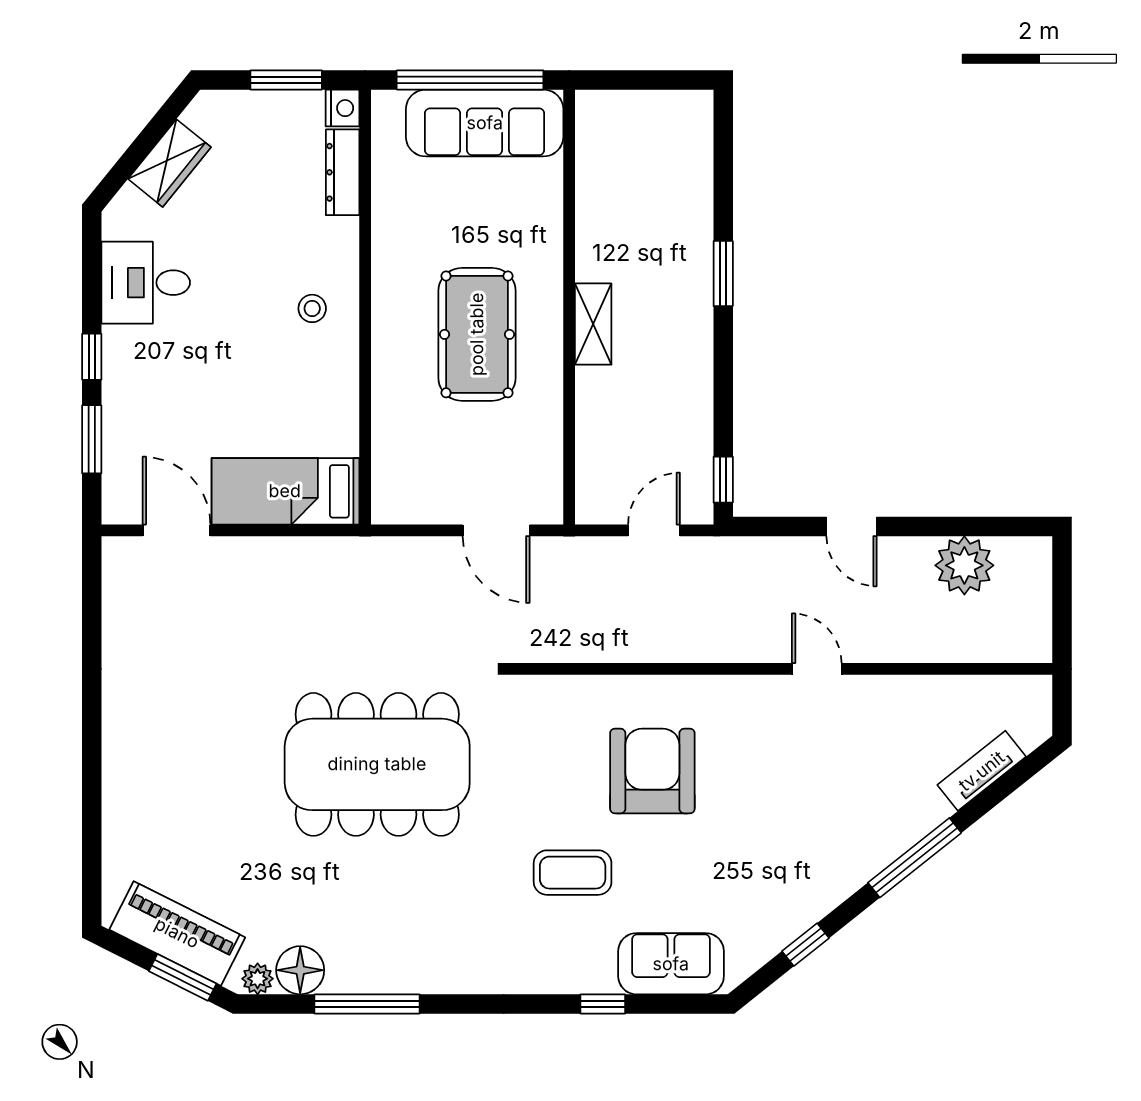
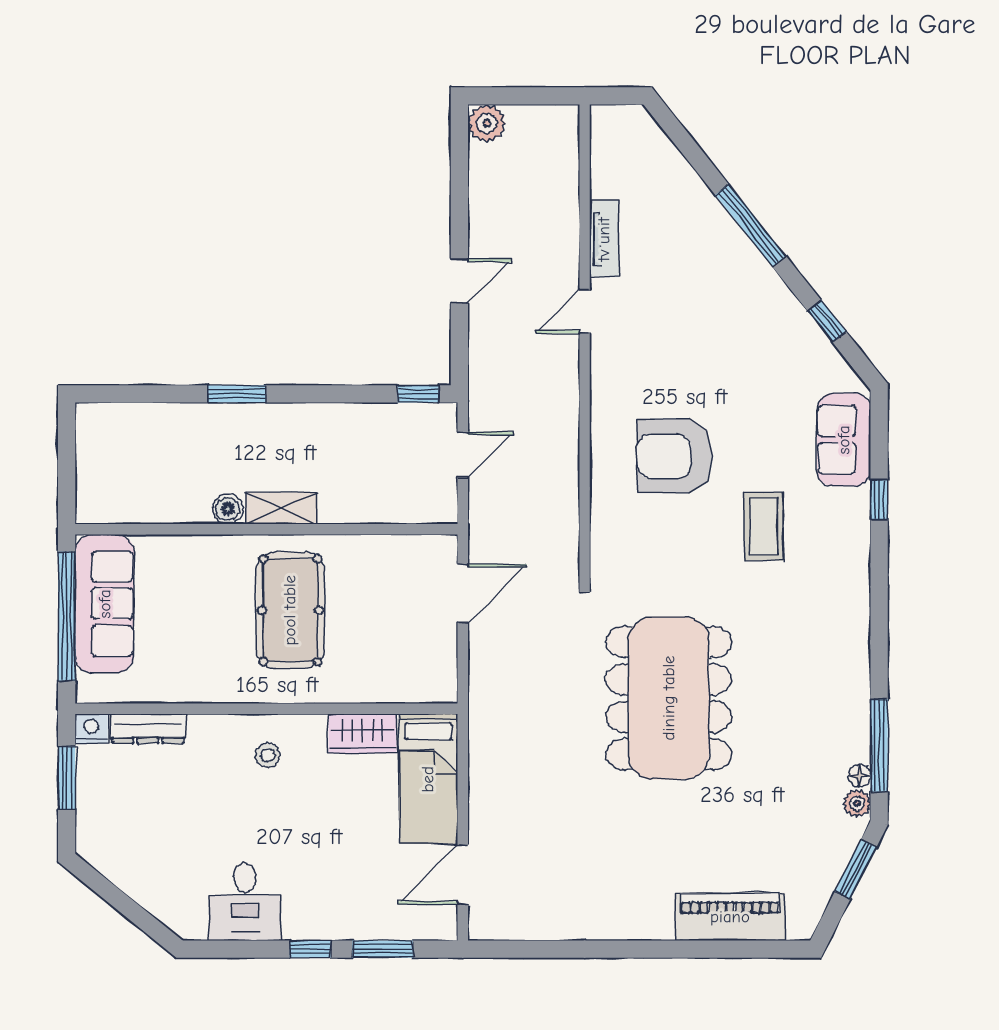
wardrobe: (169, 163) -> (363, 733), moved, turned 141
boiler: (592, 263) -> (228, 509), added
pool table: (477, 334) -> (290, 610), turned 90
door: (654, 530) -> (463, 455), swing flipped
plant: (964, 565) -> (487, 123), moved, width x0.73, depth x0.73
tv unit: (982, 771) -> (604, 239), moved, turned -141
piano: (177, 933) -> (730, 917), moved, turned 63
floor lamp: (300, 970) -> (859, 776), width x0.53, depth x0.53
window: (367, 1004) -> (879, 745), moved

